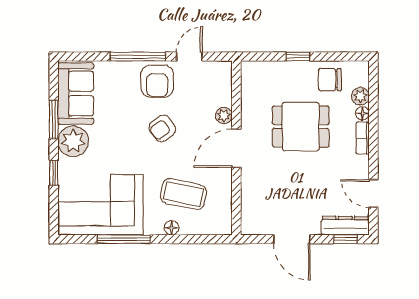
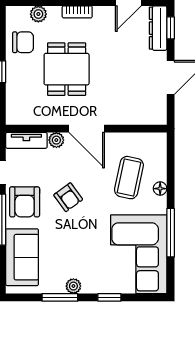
chair: (330, 80) -> (23, 42), turned -90
armchair: (157, 81) -> (25, 202), turned 90
tv unit: (224, 83) -> (26, 140), added
sofa: (76, 94) -> (22, 257), moved, turned 90
floor lamp: (362, 113) -> (54, 12), removed
plant: (73, 141) -> (73, 286), width x0.53, depth x0.53

